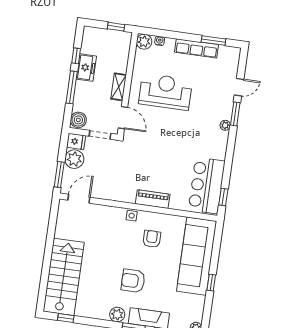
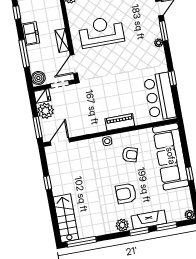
window: (76, 56) -> (17, 13), moved
door: (123, 118) -> (74, 64), swing flipped
window: (223, 197) -> (172, 78), moved
armchair: (152, 239) -> (130, 155), turned 106
window: (50, 240) -> (48, 183), added
stairs: (64, 277) -> (66, 218), width x0.73, depth x0.66
window: (66, 318) -> (82, 242), width x2.17

